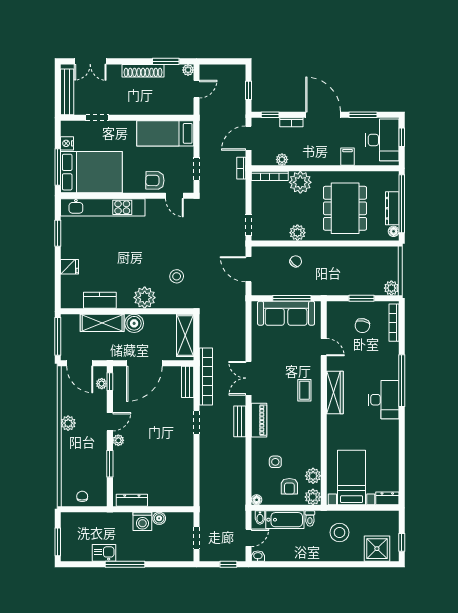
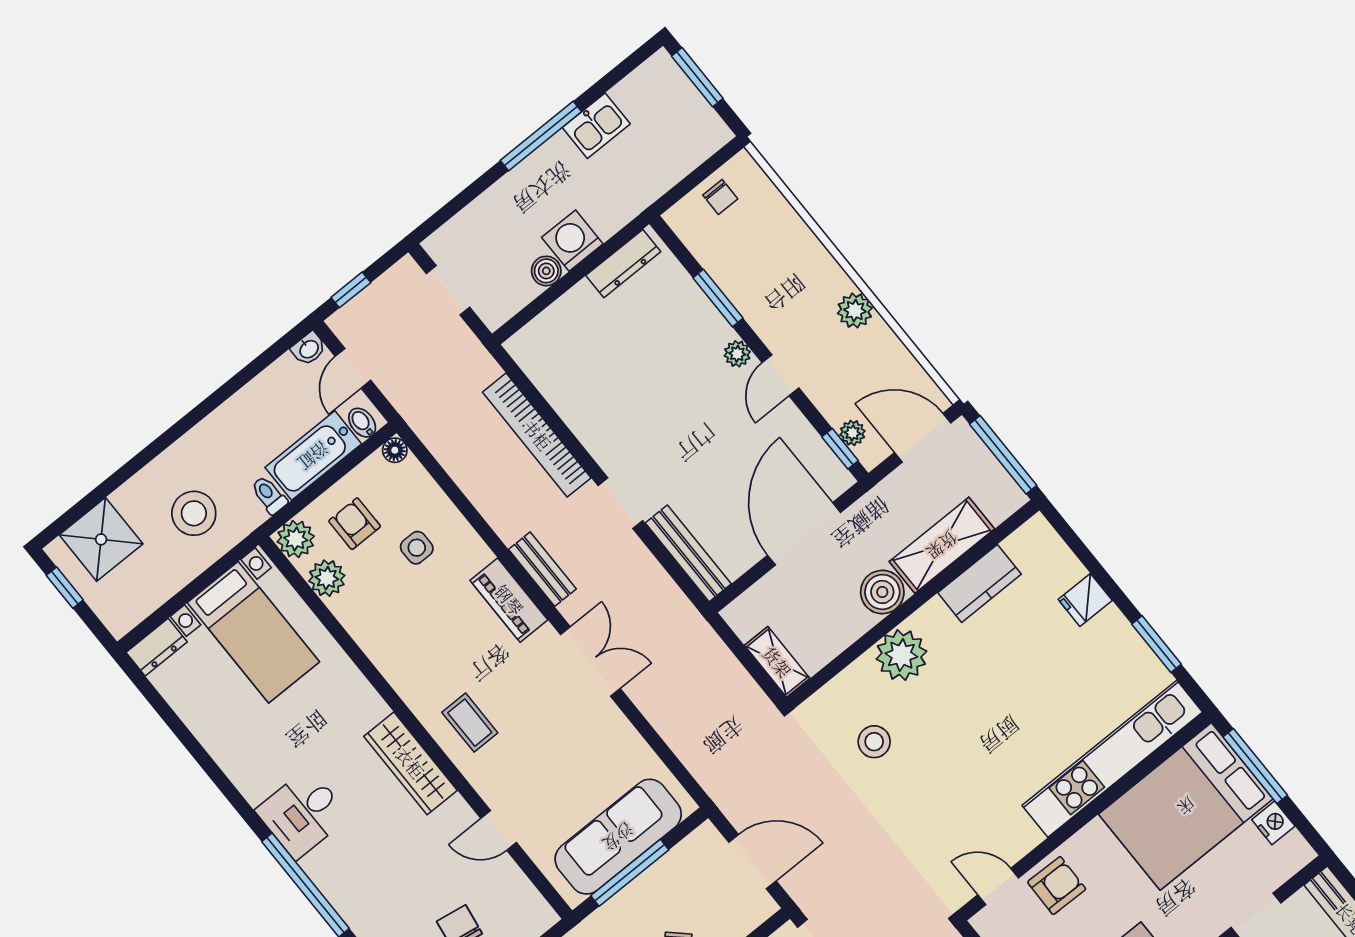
shelving: (185, 335) -> (777, 662), width x0.67, depth x0.75
bookcase: (206, 376) -> (537, 435), moved
bench: (188, 382) -> (688, 553), width x1.36
desk: (384, 400) -> (302, 813), width x0.73

